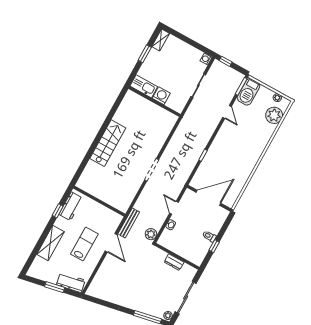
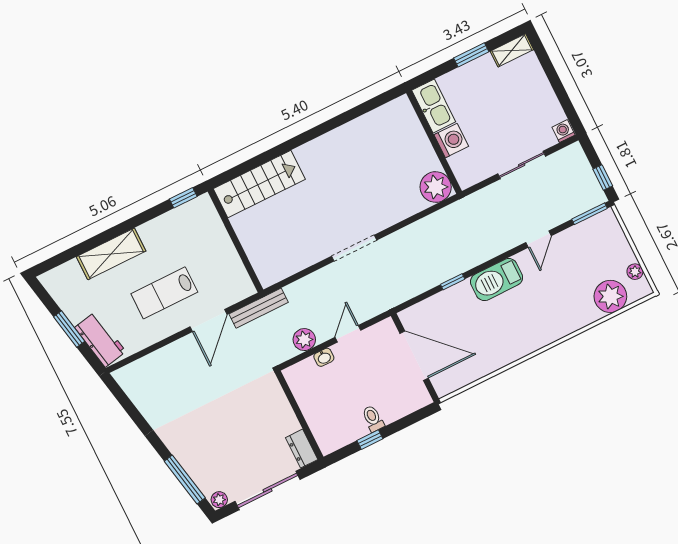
window: (226, 61) -> (603, 177), moved
barbecue: (249, 92) -> (497, 280), moved
plant: (168, 120) -> (436, 187), added
stairs: (108, 143) -> (259, 184), moved
workbench: (71, 206) -> (184, 218), removed
window: (58, 211) -> (183, 198), moved
plant: (151, 234) -> (304, 340), moved
lab bench: (84, 244) -> (164, 293), turned 180
dresser: (174, 262) -> (302, 449), moved

